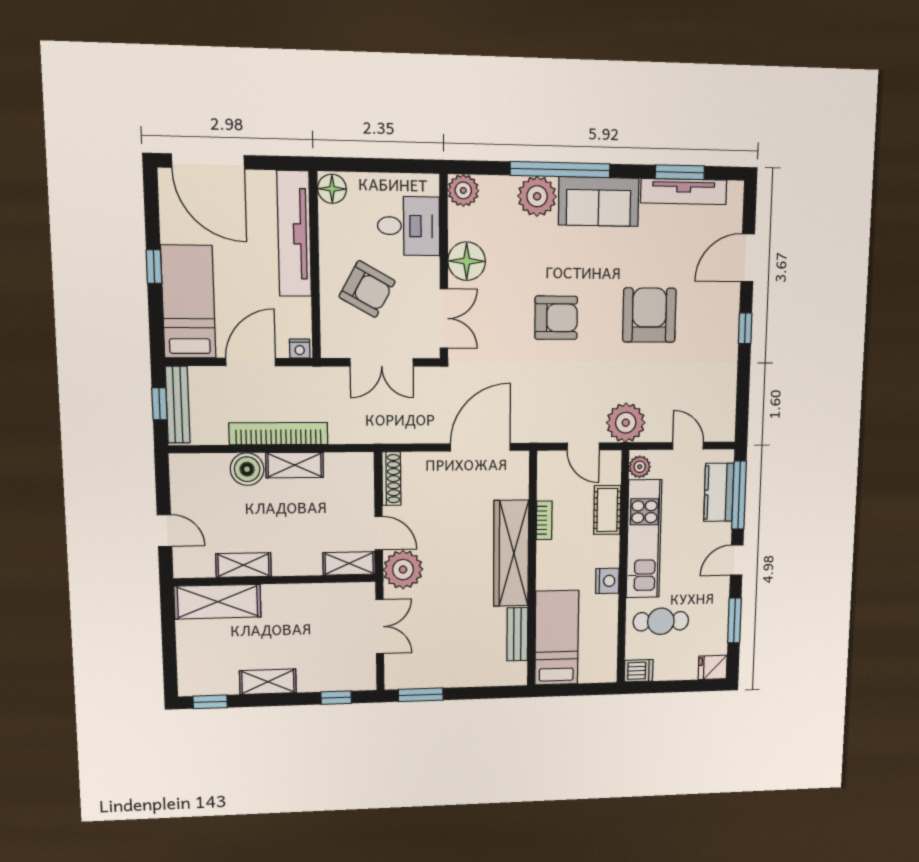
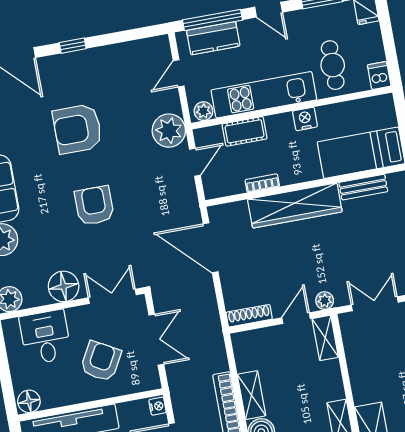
plant: (403, 570) -> (325, 301), width x0.53, depth x0.53

